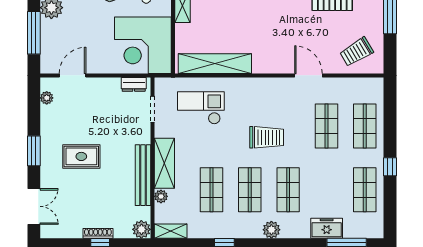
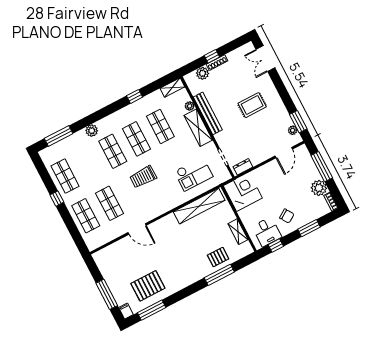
corner desk: (143, 45) -> (243, 192), width x0.74, depth x0.74
trolley: (357, 52) -> (115, 259), removed
window: (34, 151) -> (298, 122), moved
freezer: (327, 228) -> (76, 140), removed
plant: (141, 229) -> (203, 73), moved
plant: (271, 230) -> (92, 131), moved

